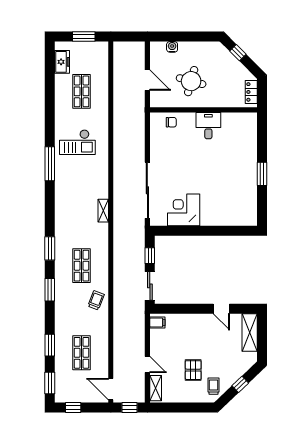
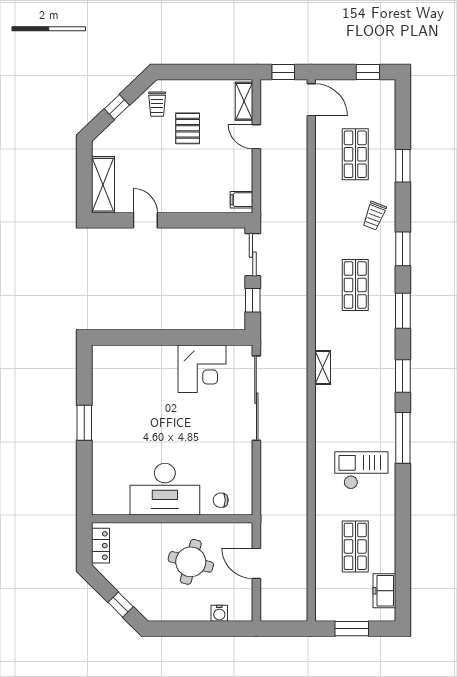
desk: (208, 126) -> (165, 489), width x1.87, depth x1.30
trolley: (96, 300) -> (374, 216), moved
window: (50, 383) -> (403, 376), moved

